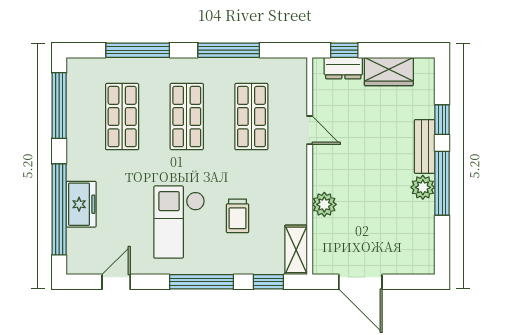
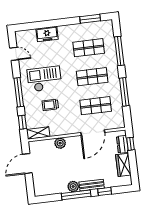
window: (59, 106) -> (90, 19), width x0.69
door: (310, 130) -> (93, 133), width x1.87
window: (59, 209) -> (44, 24), removed

